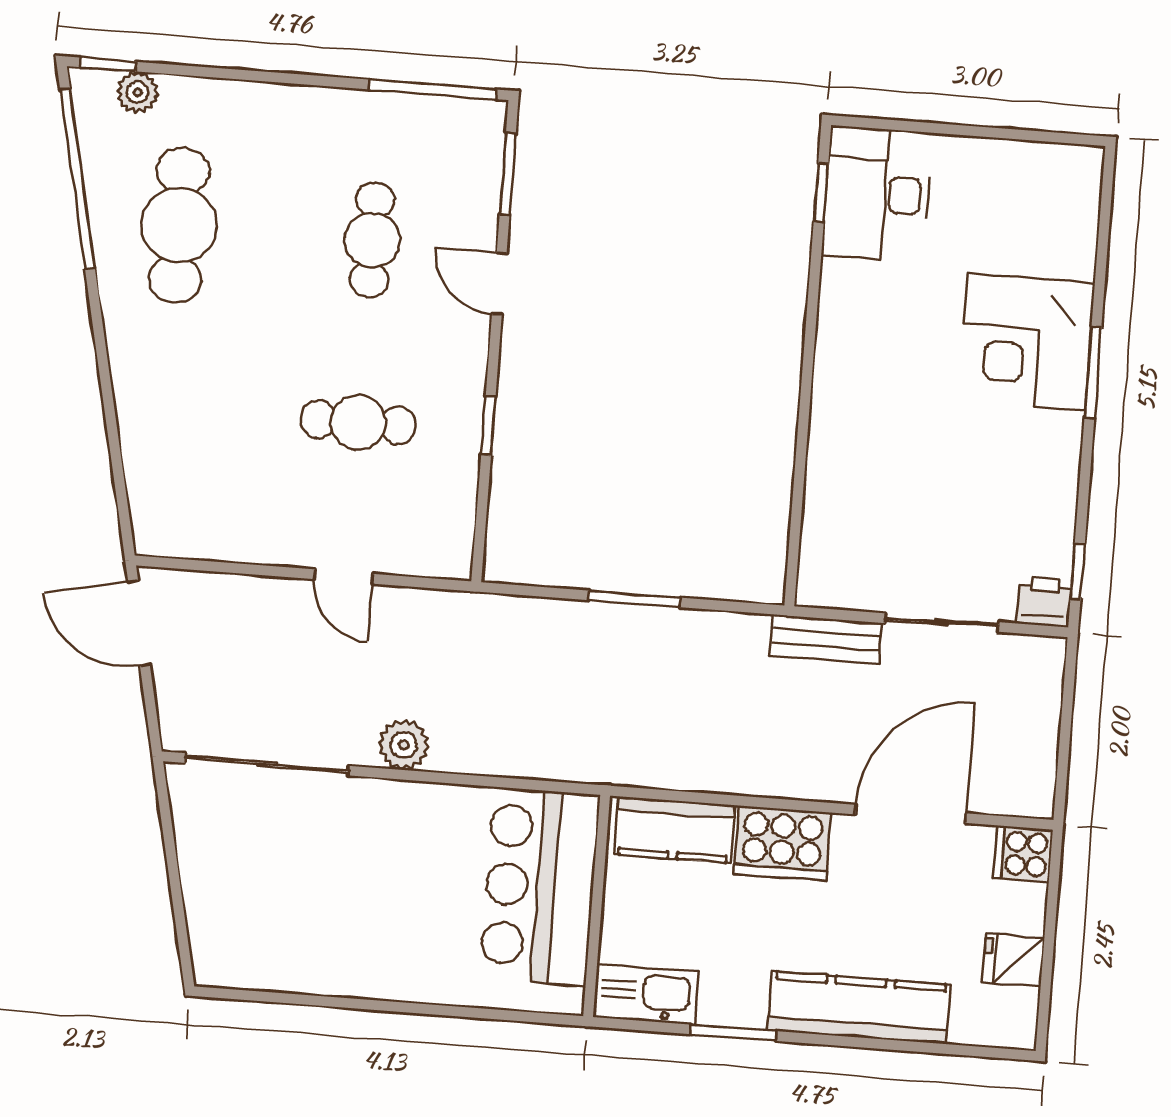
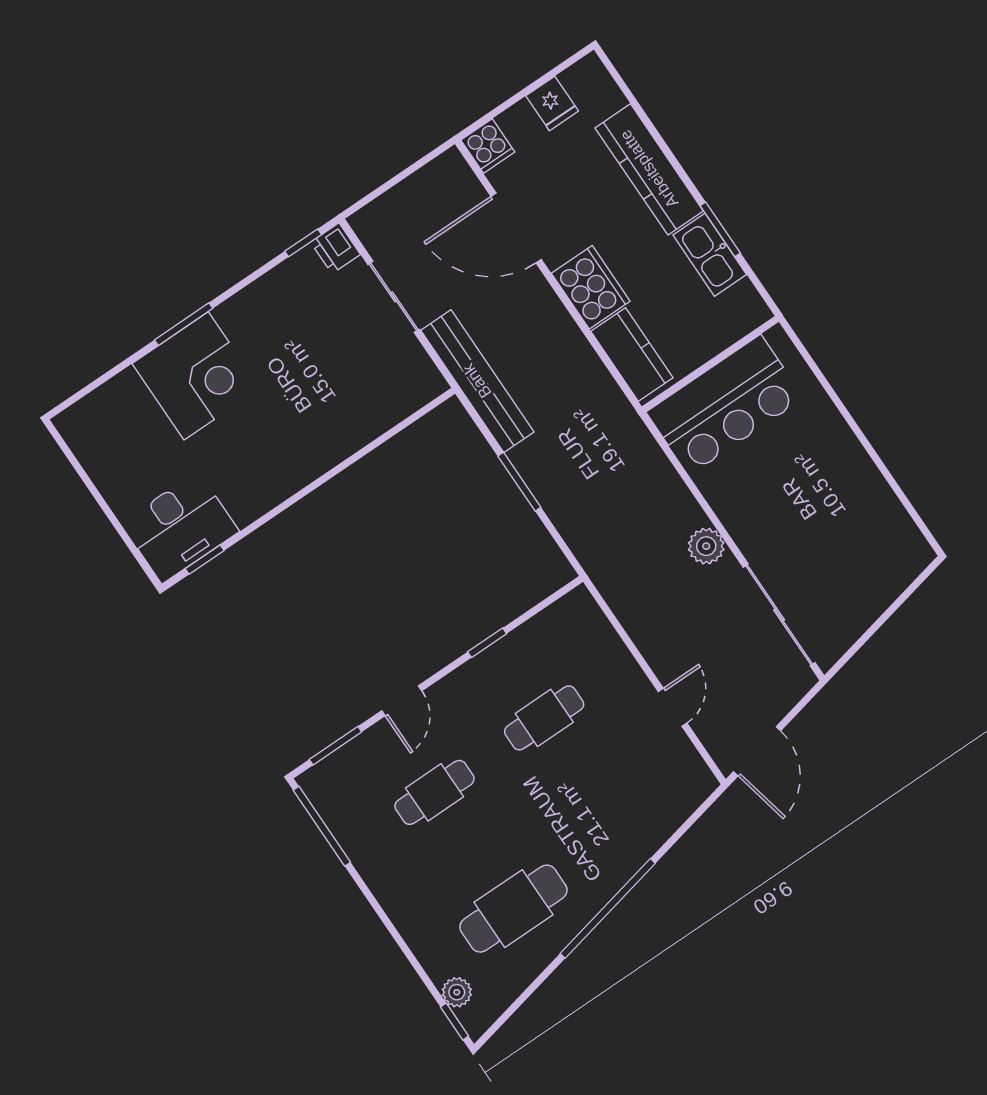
window: (77, 179) -> (608, 908), moved
cafe table: (358, 422) -> (544, 718), turned 90
door: (344, 577) -> (673, 707), moved
bench: (826, 639) -> (477, 381), width x1.86, depth x1.21
kitchen sink: (646, 994) -> (710, 255), moved

